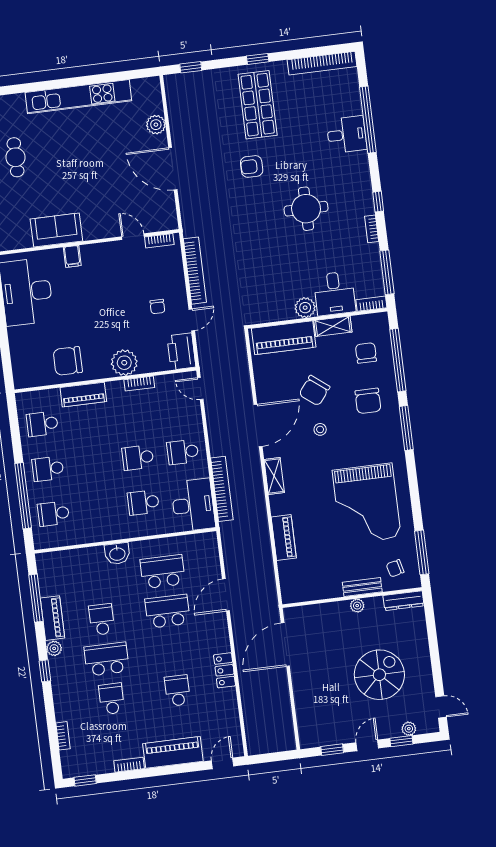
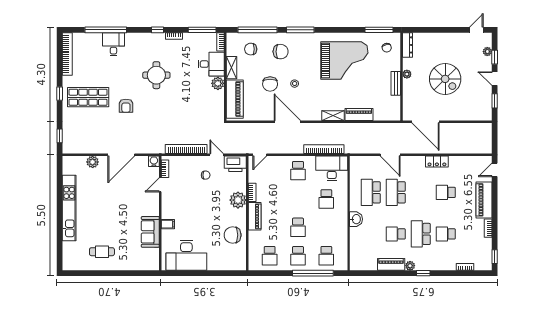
water cooler: (169, 222) -> (154, 161), added
chair: (68, 361) -> (233, 235), turned 90
chair: (314, 391) -> (270, 84), turned 52
piano: (83, 395) -> (255, 216), moved
school desk: (138, 458) -> (298, 227), moved
shelving: (274, 476) -> (333, 116), moved
bench: (362, 587) -> (396, 83), moved
window: (36, 598) -> (377, 273), removed
spiral stairs: (379, 675) -> (445, 79), moved, turned 180
door: (223, 763) -> (495, 170), hinge flipped

